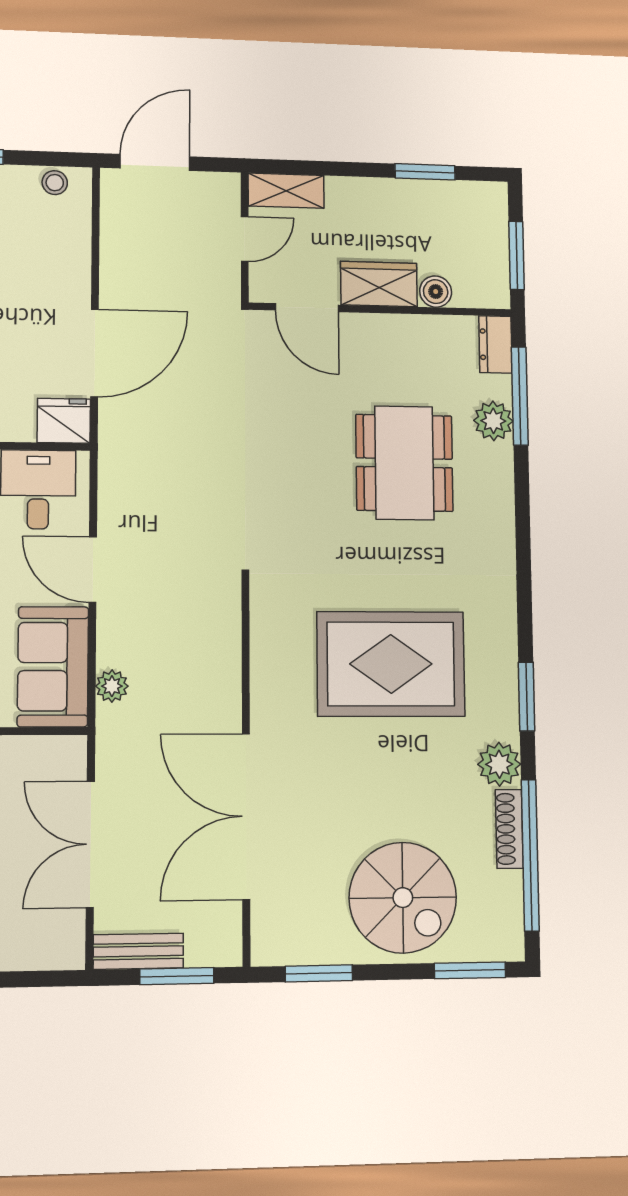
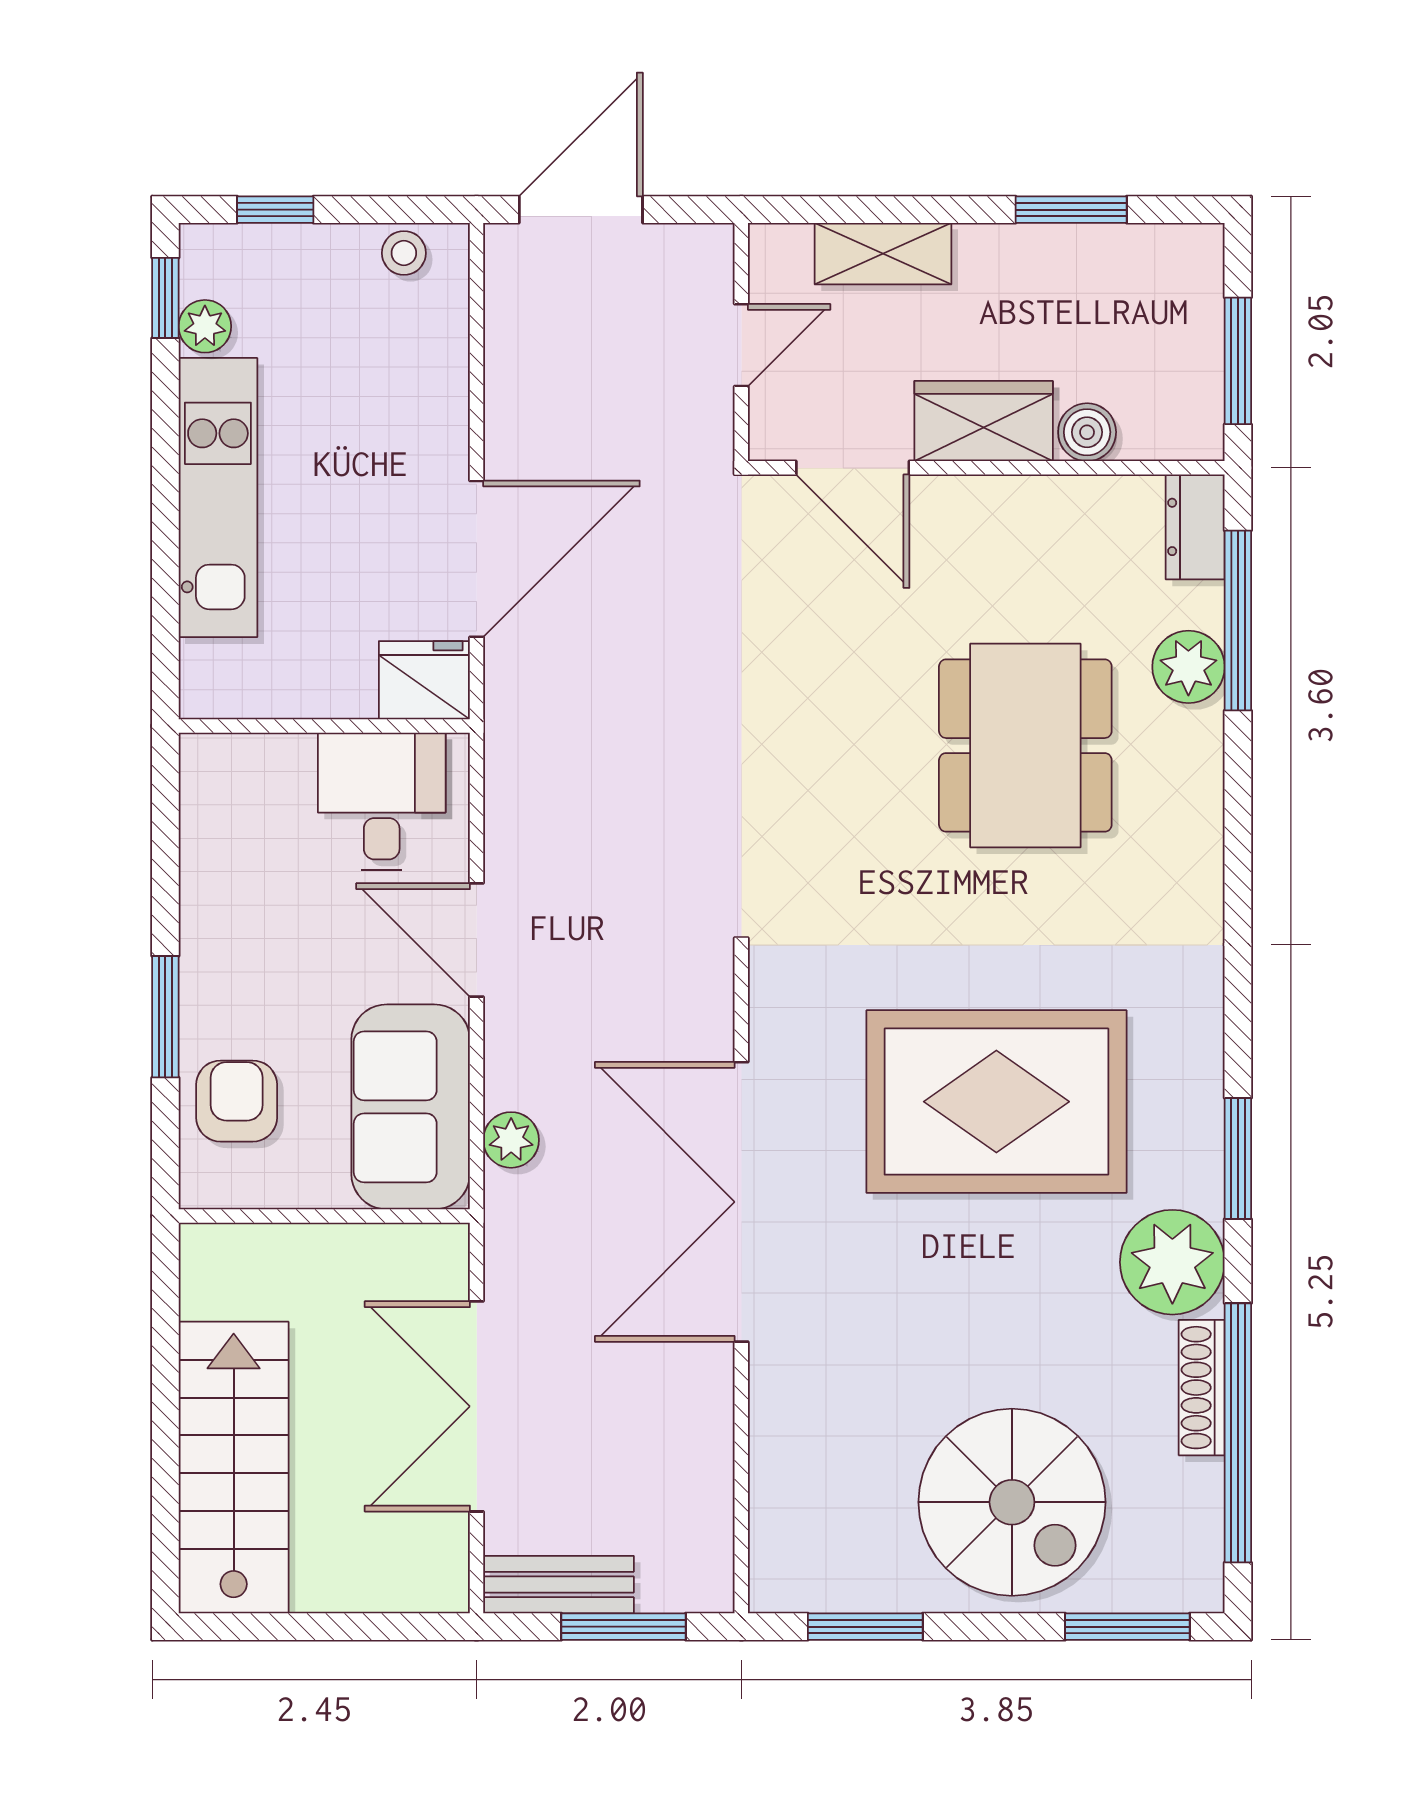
shelving: (286, 191) -> (883, 254), moved
plant: (499, 764) -> (1172, 1262), width x1.36, depth x1.36
double door: (246, 816) -> (741, 1202), moved

